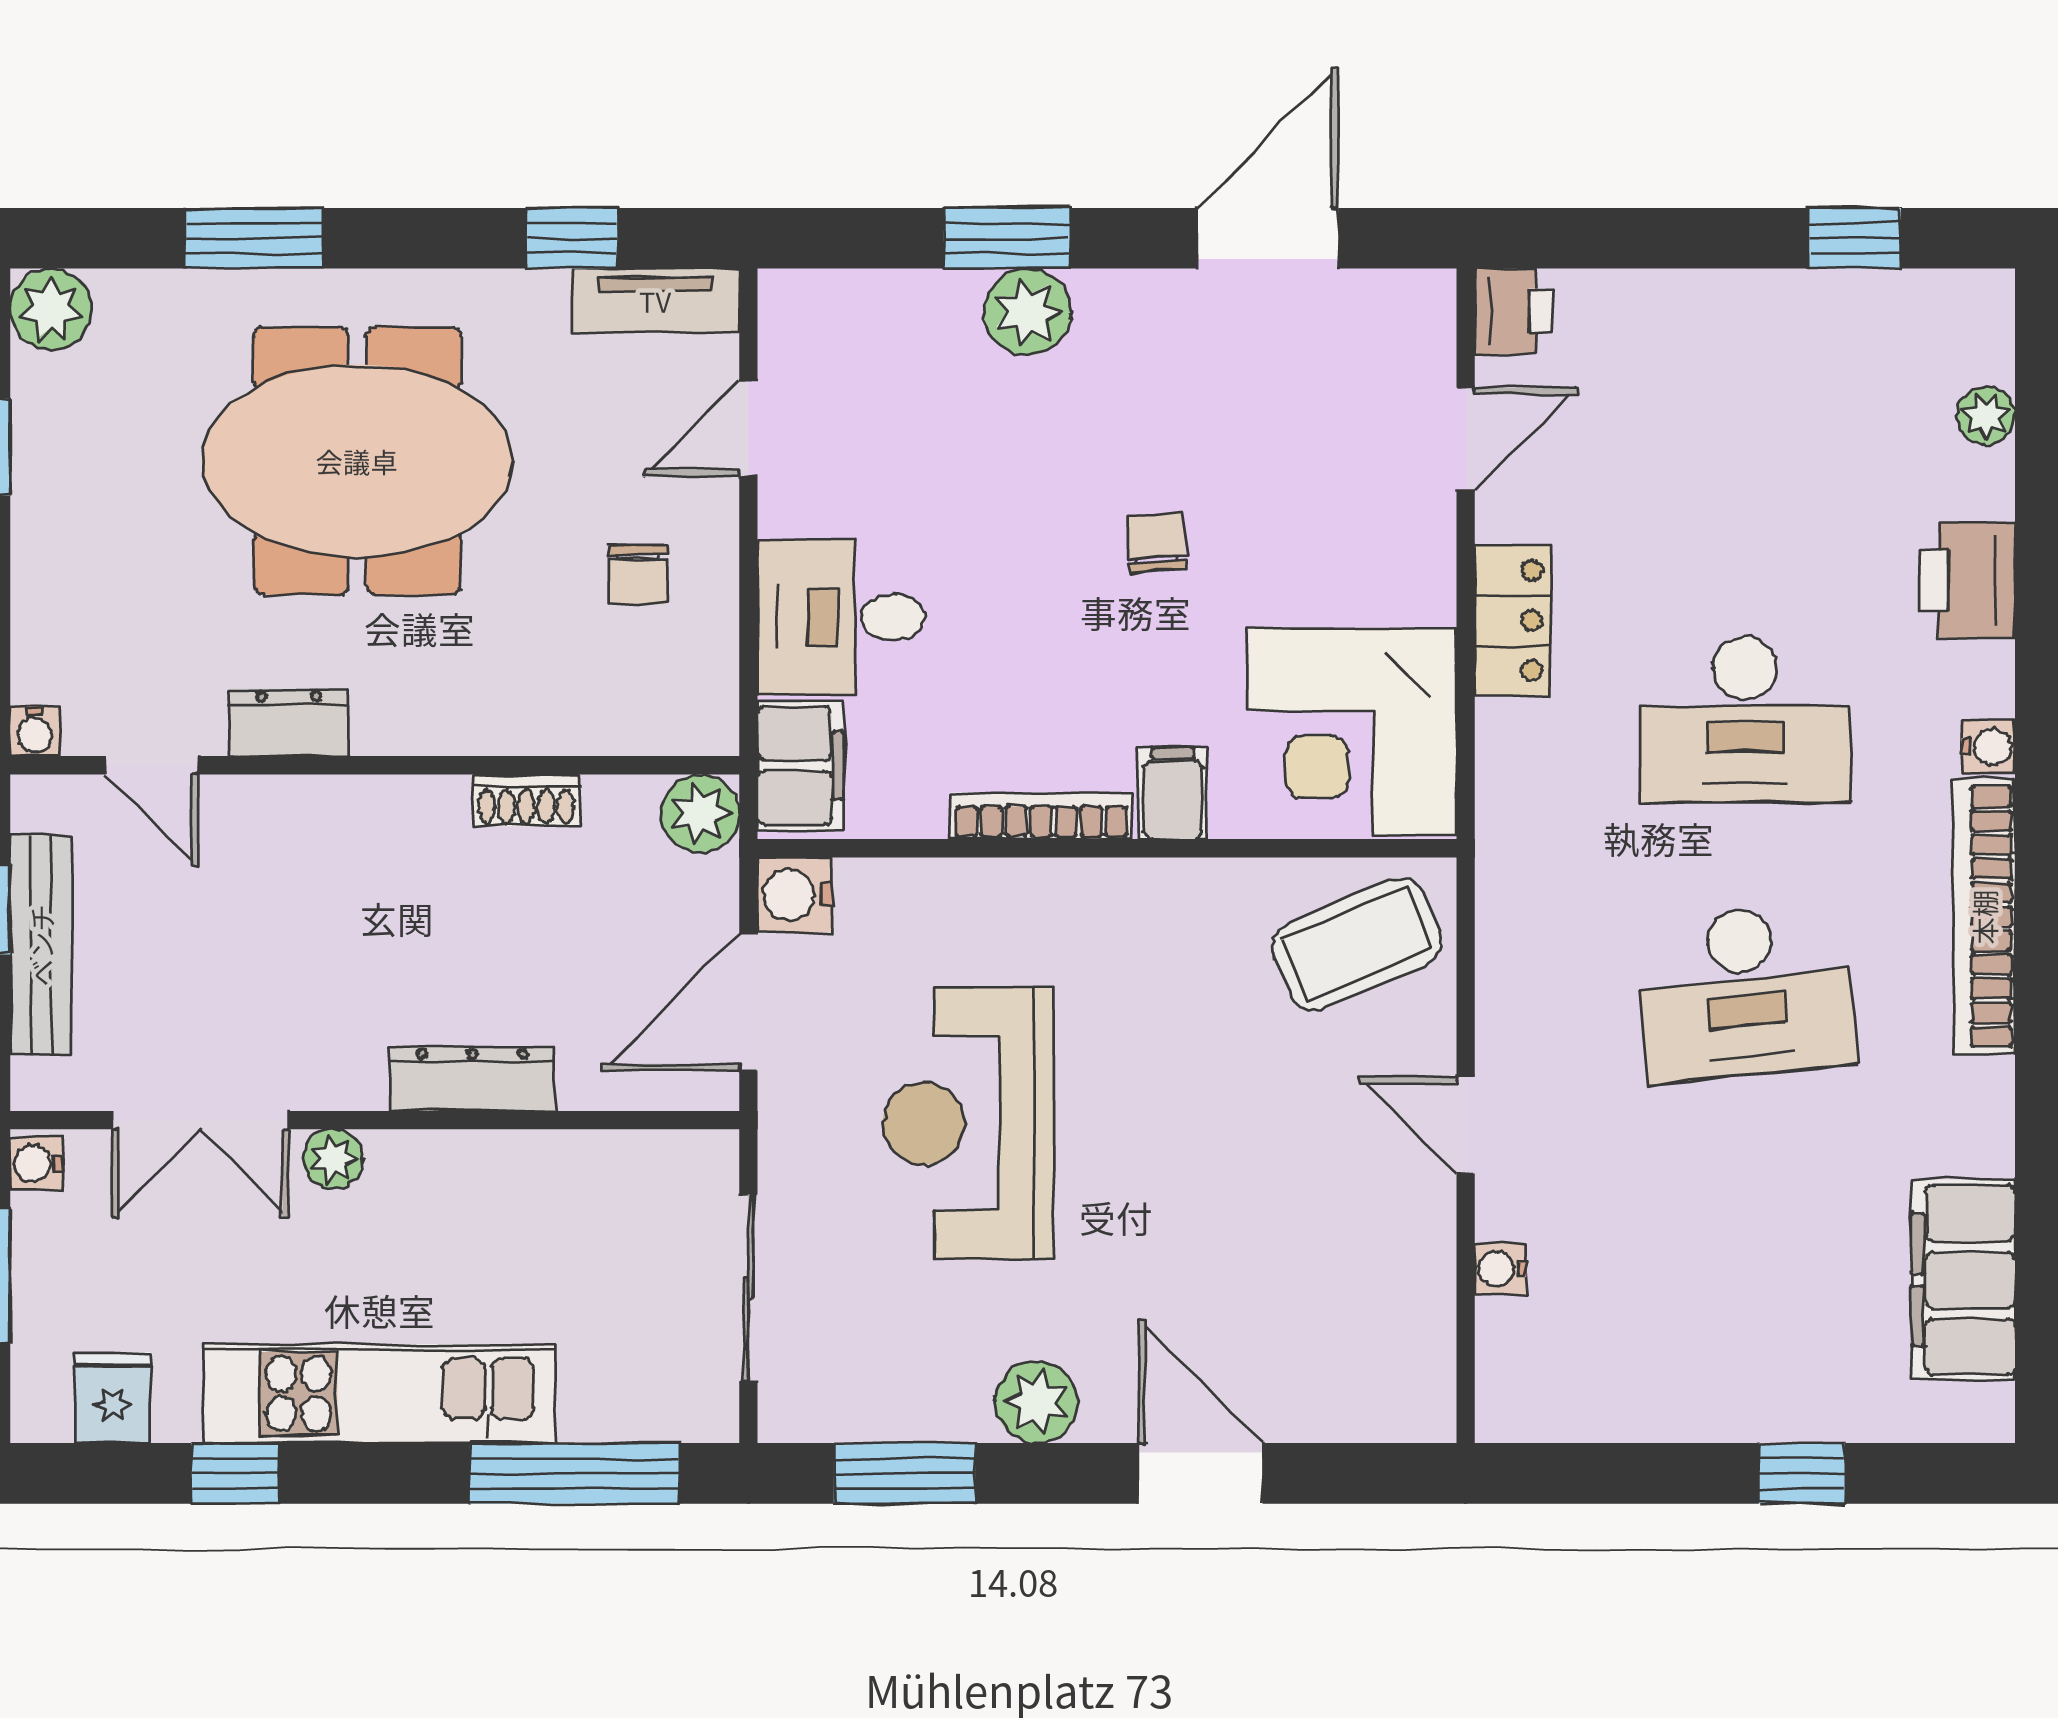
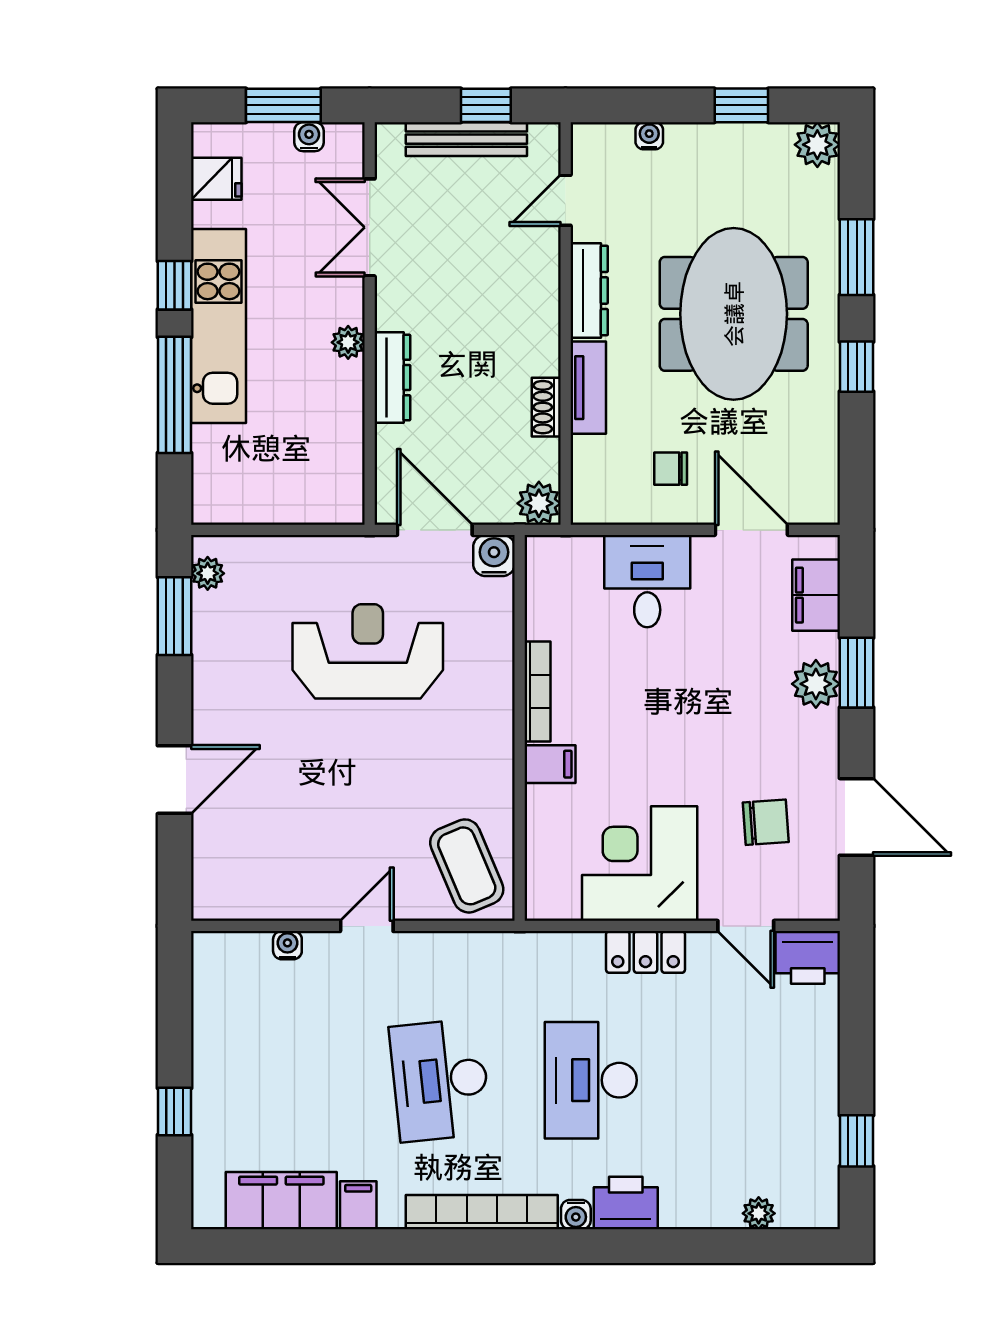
window: (572, 238) -> (857, 367), moved
tv unit: (655, 301) -> (588, 388), moved, turned 180
printer: (1513, 311) -> (808, 957), width x1.36, depth x1.24
door: (748, 429) -> (751, 530), width x1.37
chair: (1156, 543) -> (766, 822), moved, width x1.37, depth x1.37
printer: (1967, 581) -> (626, 1203), moved
dresser: (289, 723) -> (589, 291), width x1.44
water cooler: (35, 731) -> (649, 136), moved, turned 90
corner desk: (1353, 732) -> (640, 863), moved
filing cabinet: (800, 766) -> (816, 595), moved, turned 90
filing cabinet: (1971, 1141) -> (358, 1205), added
plant: (333, 1159) -> (348, 342), moved
water cooler: (36, 1163) -> (309, 137), moved
sliding door: (748, 1288) -> (277, 530), removed
plant: (1037, 1402) -> (208, 573), moved, width x0.73, depth x0.73
window: (235, 1473) -> (174, 285), moved
window: (575, 1473) -> (174, 395), moved

